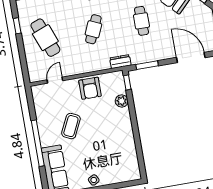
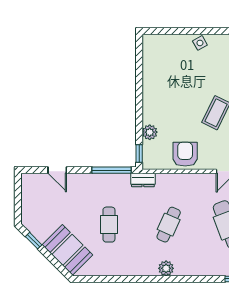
door: (191, 57) -> (57, 170), width x0.53
window: (147, 65) -> (112, 170), width x1.44

